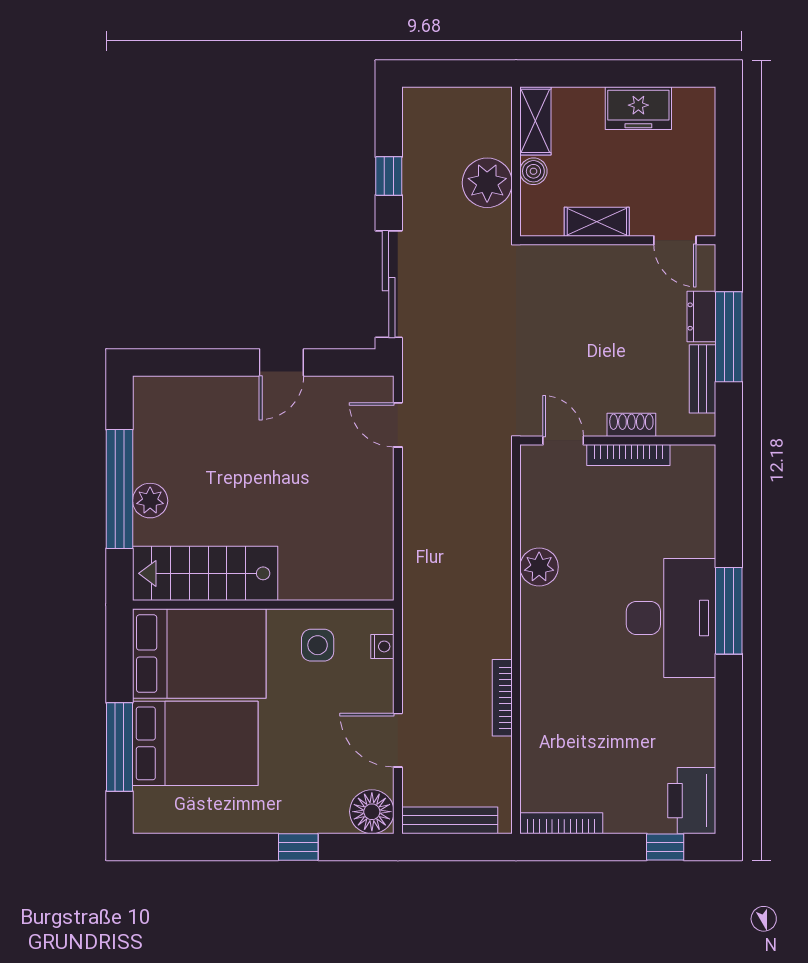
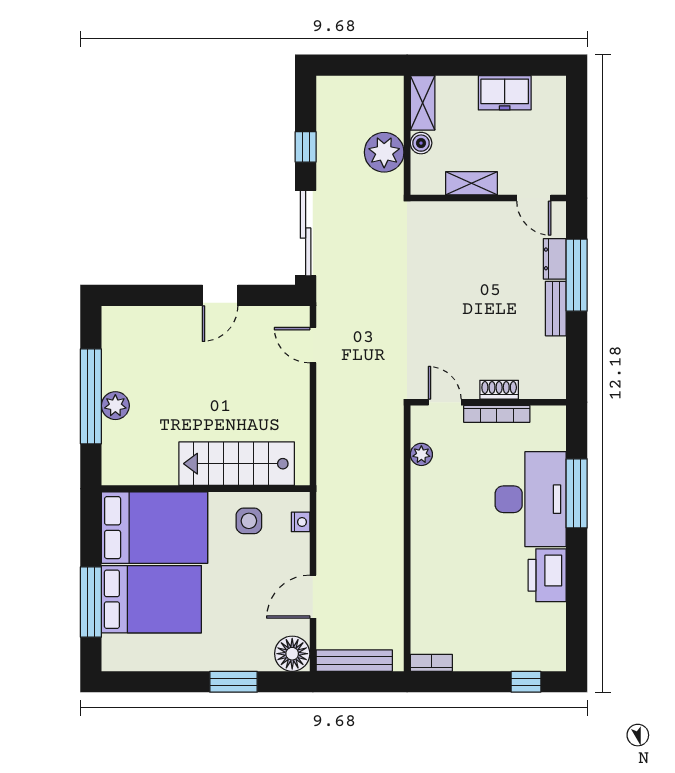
shoe rack: (631, 425) -> (499, 390), moved
door: (563, 441) -> (445, 402), moved
wall: (618, 441) -> (488, 402), moved
bookcase: (628, 455) -> (497, 414), moved
plant: (539, 567) -> (421, 454), width x0.73, depth x0.73
stairs: (205, 573) -> (237, 464), moved
bookcase: (502, 698) -> (396, 563), removed
door: (398, 740) -> (313, 597), hinge flipped
printer: (692, 801) -> (547, 575), moved
bookcase: (561, 823) -> (431, 663), width x0.64
window: (298, 847) -> (233, 682), width x1.50

